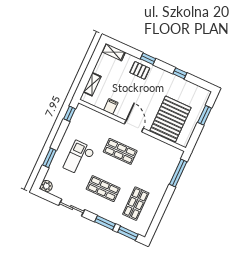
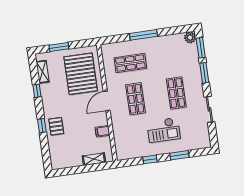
shelving: (113, 52) -> (43, 72), moved
window: (70, 114) -> (150, 159), moved
pallet: (171, 119) -> (81, 74), turned 90
window: (178, 173) -> (143, 35), moved
plant: (46, 186) -> (190, 37), moved
shop shelf: (136, 204) -> (130, 63), moved

